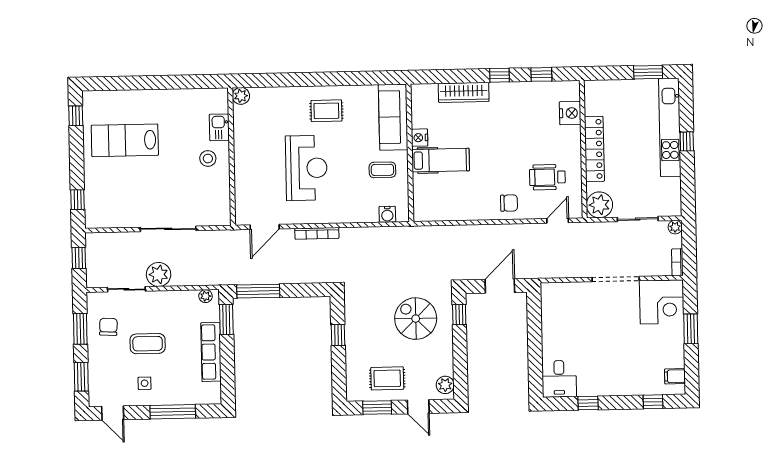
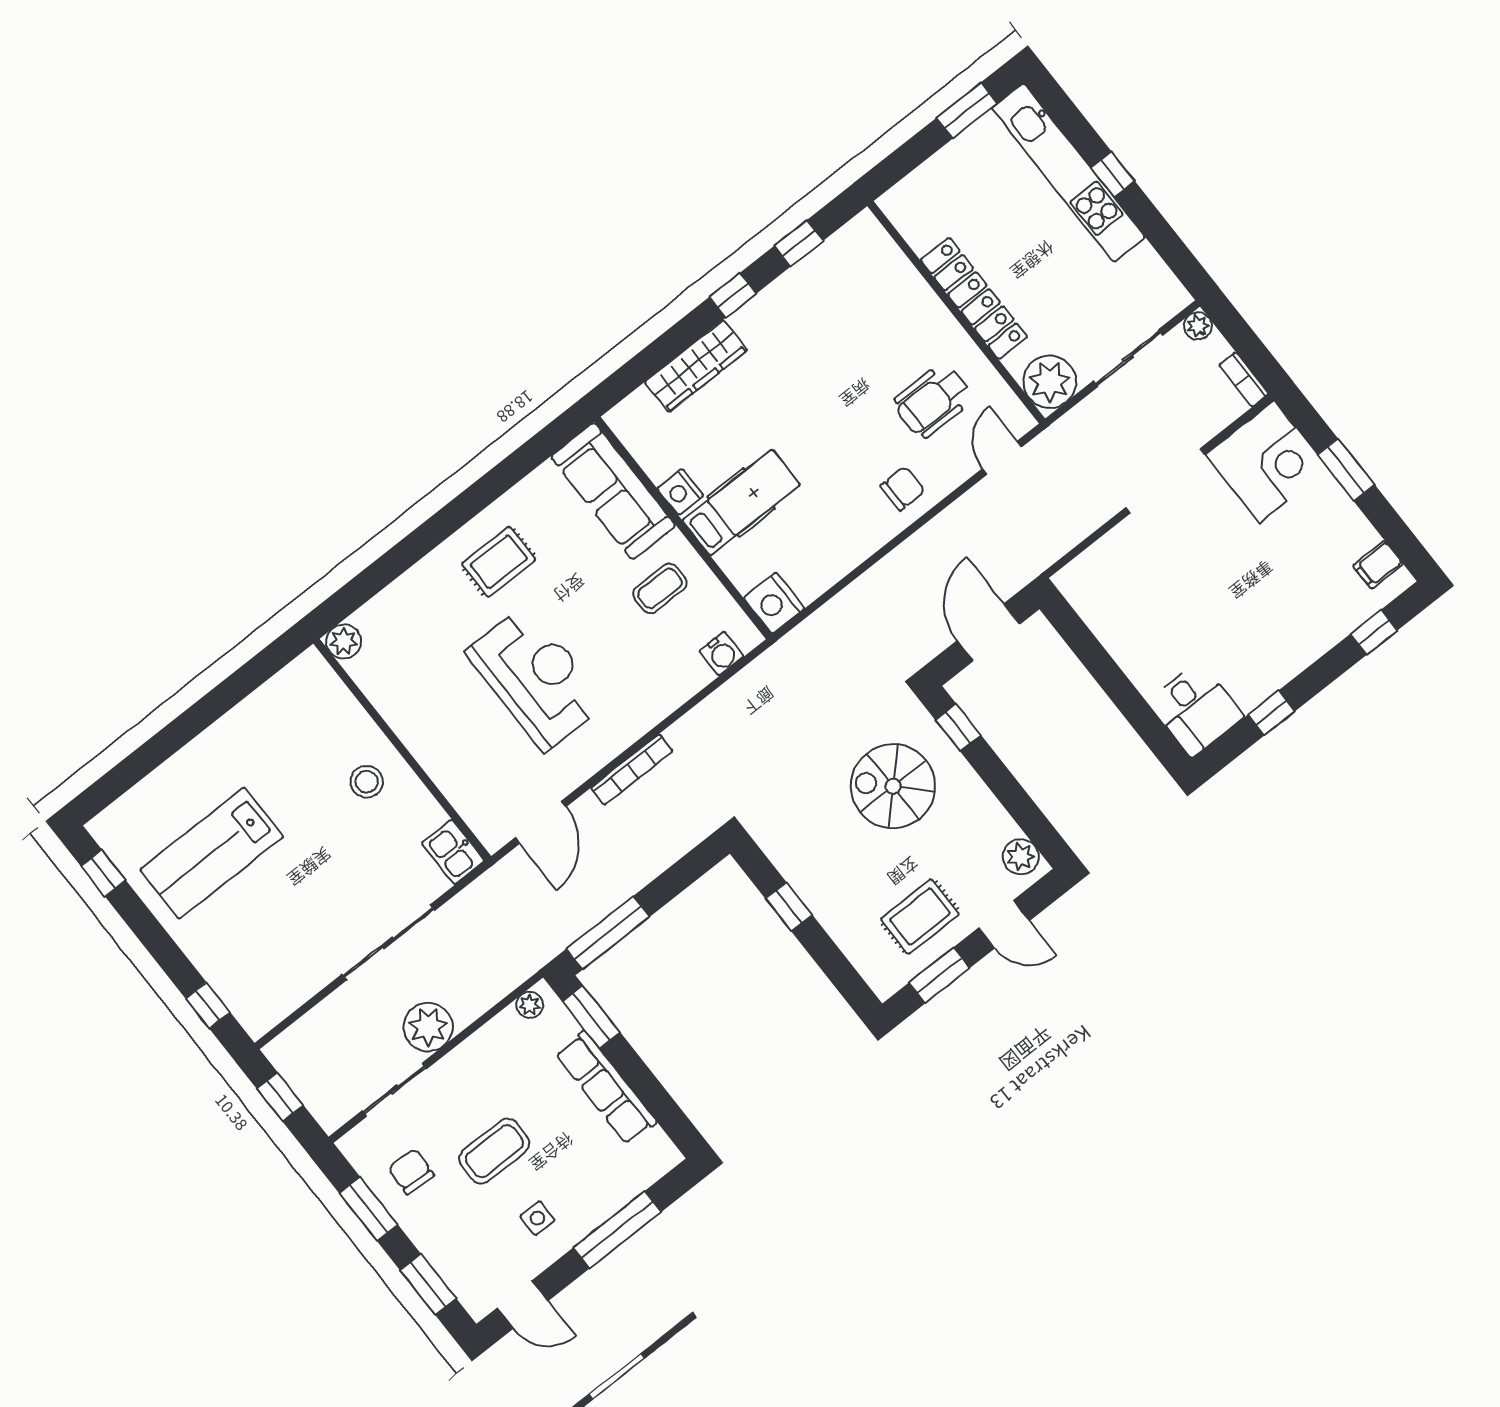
nightstand: (570, 113) -> (774, 603), moved, turned 180
kitchen sink: (219, 127) -> (453, 852), moved

